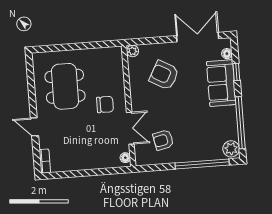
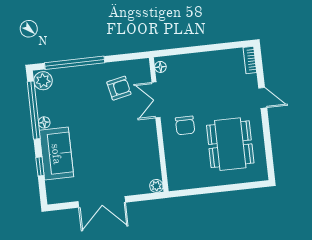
double door: (198, 37) -> (102, 202), moved
floor lamp: (227, 54) -> (44, 122), moved
armchair: (164, 75) -> (120, 160), removed
chair: (105, 104) -> (185, 125), turned -90

